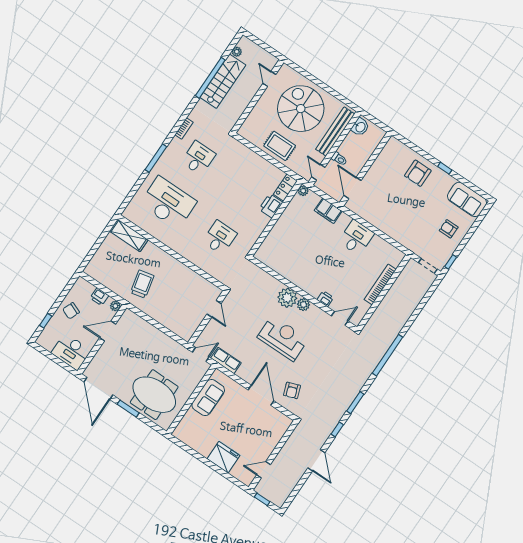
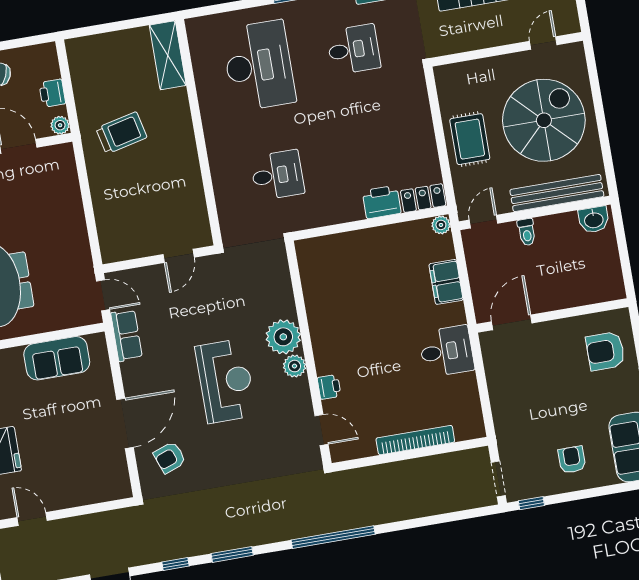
wall: (365, 169) -> (552, 315), moved
door: (353, 188) -> (512, 322), moved

